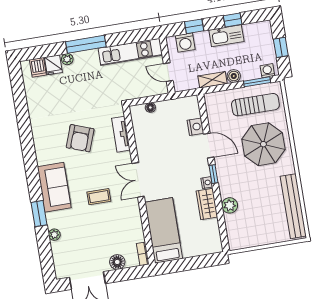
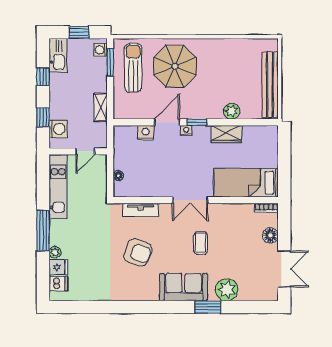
kitchen sink: (226, 36) -> (58, 55), moved
boiler: (234, 76) -> (100, 85), removed
nightstand: (207, 183) -> (186, 131), moved
bench: (293, 206) -> (270, 85), moved, turned 90
plant: (54, 235) -> (227, 290), width x1.88, depth x1.88

